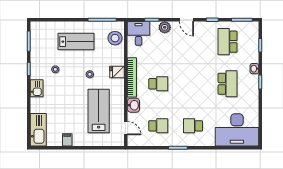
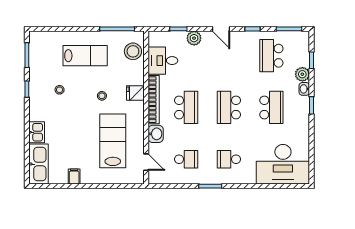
desk: (138, 33) -> (163, 61), moved, turned -90
plant: (253, 57) -> (302, 74), added
school desk: (158, 84) -> (186, 107), width x1.85
school desk: (193, 84) -> (229, 107), added
kitchen sink: (37, 88) -> (37, 132), moved

